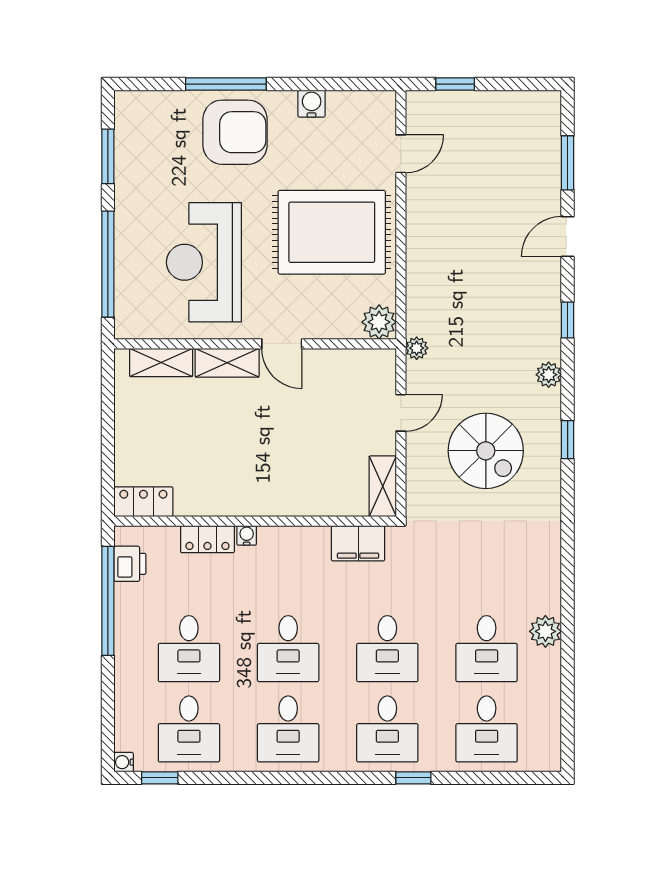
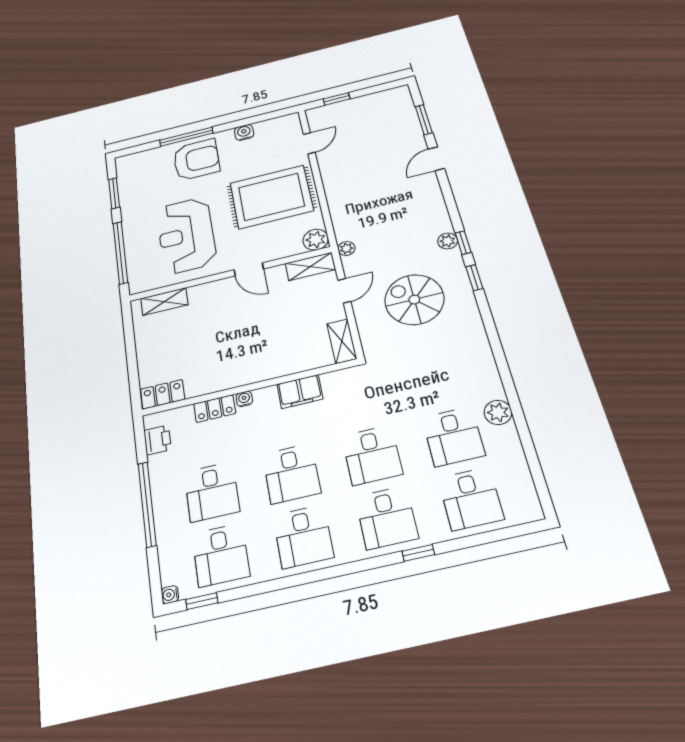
window: (568, 320) -> (463, 243), moved
shelving: (227, 363) -> (310, 266), moved
spiral stairs: (486, 451) -> (414, 300), turned 180
filing cabinet: (358, 543) -> (300, 392), moved
window: (108, 601) -> (147, 504), moved

